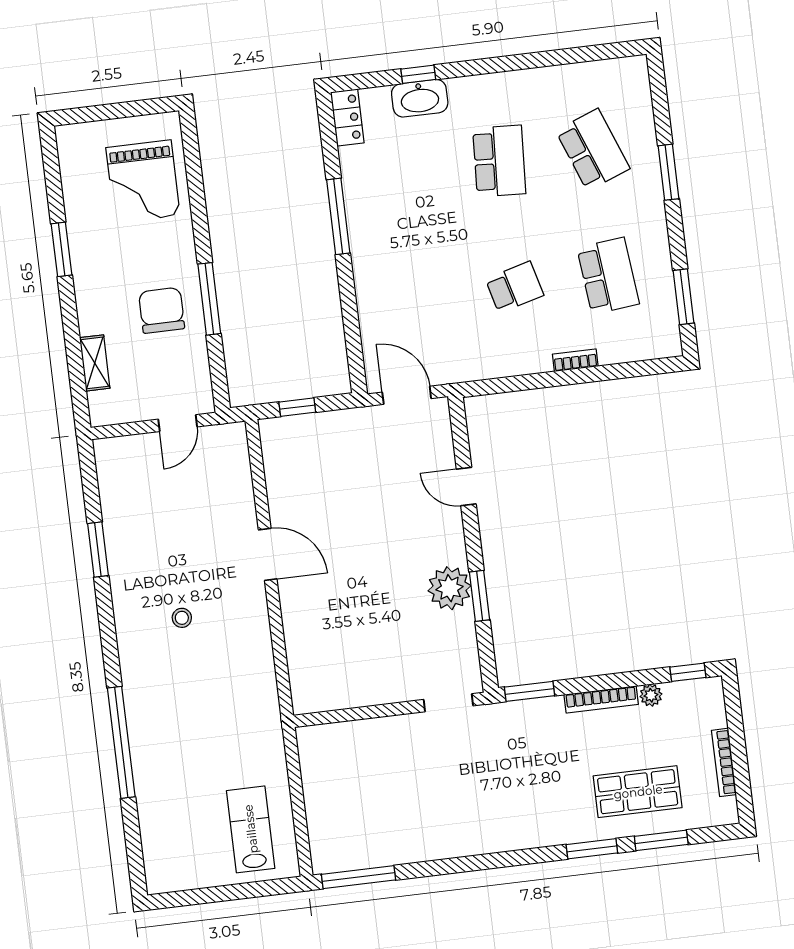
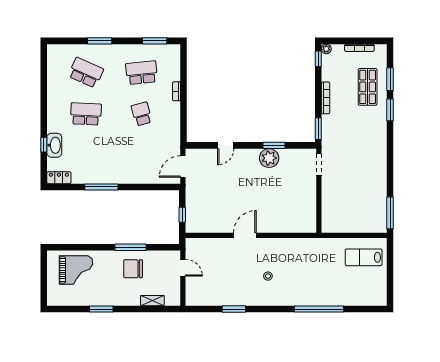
school desk: (593, 150) -> (86, 73), turned 45
plant: (651, 695) -> (326, 49), moved

